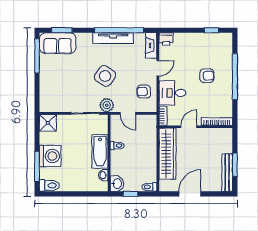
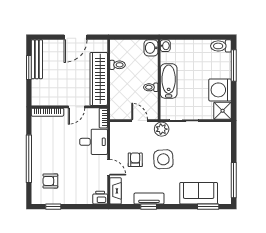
window: (119, 30) -> (149, 207), width x0.32
tv unit: (113, 38) -> (149, 199), width x0.71
sofa: (58, 43) -> (199, 193), moved
door: (158, 68) -> (109, 167), swing flipped
side table: (105, 76) -> (163, 159), turned -37
armchair: (207, 76) -> (50, 181), moved
armchair: (144, 92) -> (135, 160), moved, turned -90
washing machine: (50, 156) -> (220, 90), moved
washbasin: (103, 175) -> (165, 46), moved
toilet: (149, 187) -> (117, 65), moved
window: (131, 194) -> (137, 37), removed

